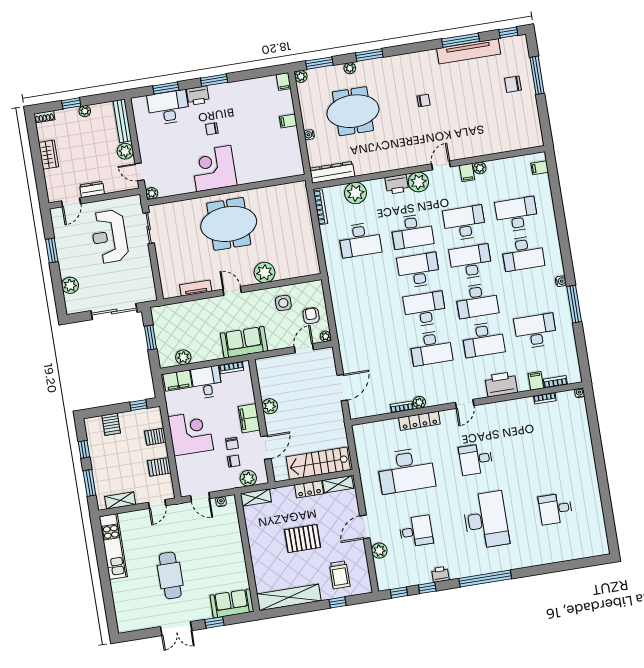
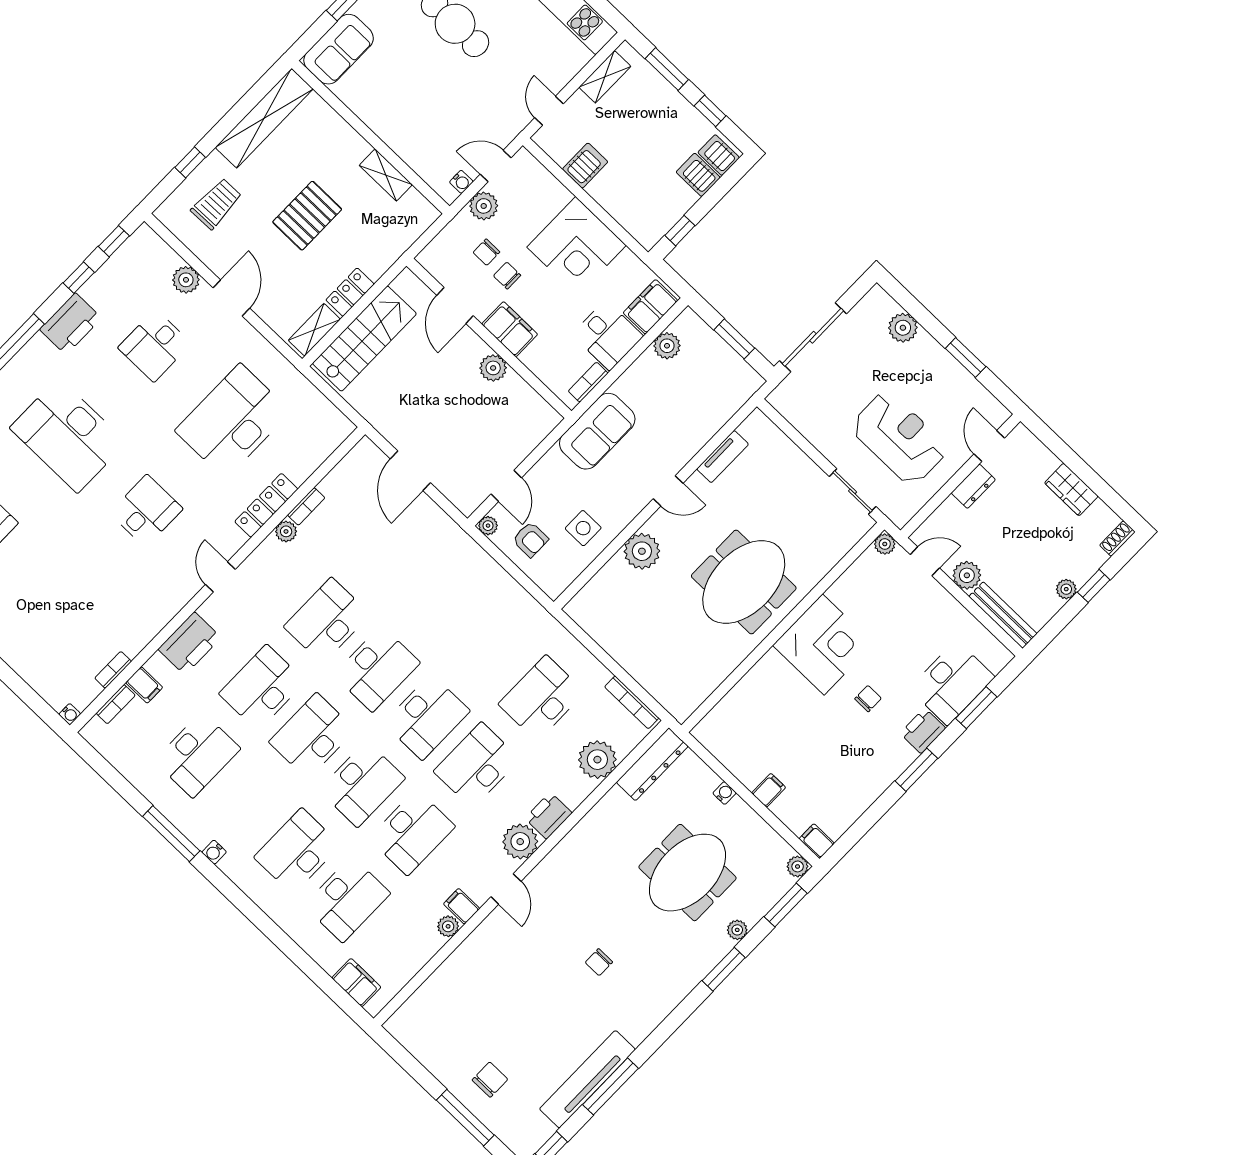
filing cabinet: (540, 168) -> (356, 983), width x2.00
server rack: (155, 437) -> (719, 155), moved, turned -90
plant: (248, 478) -> (484, 206), moved
shelving: (256, 498) -> (386, 175), moved, turned 90
printer: (440, 574) -> (71, 324), width x1.87, depth x1.48
trolley: (340, 575) -> (216, 204), turned 89

